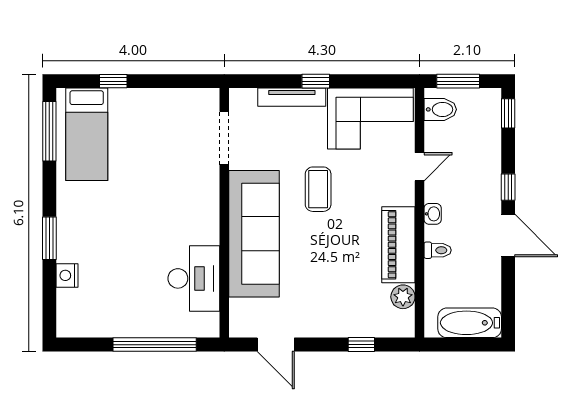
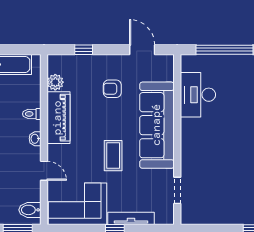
doorway: (224, 138) -> (177, 190), width x0.73
door: (420, 167) -> (44, 171), swing flipped
armchair: (319, 287) -> (112, 89), added

